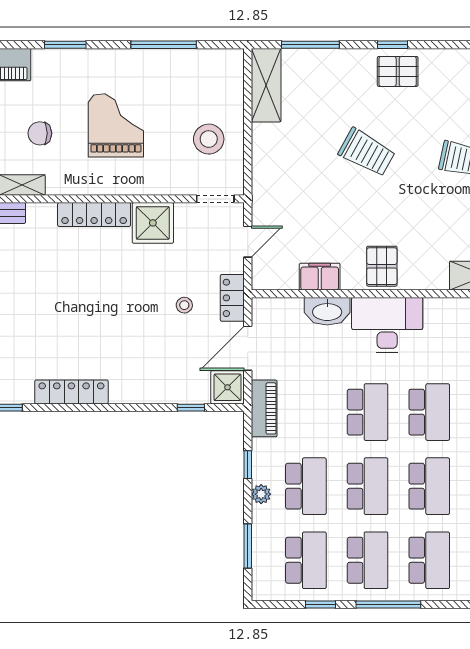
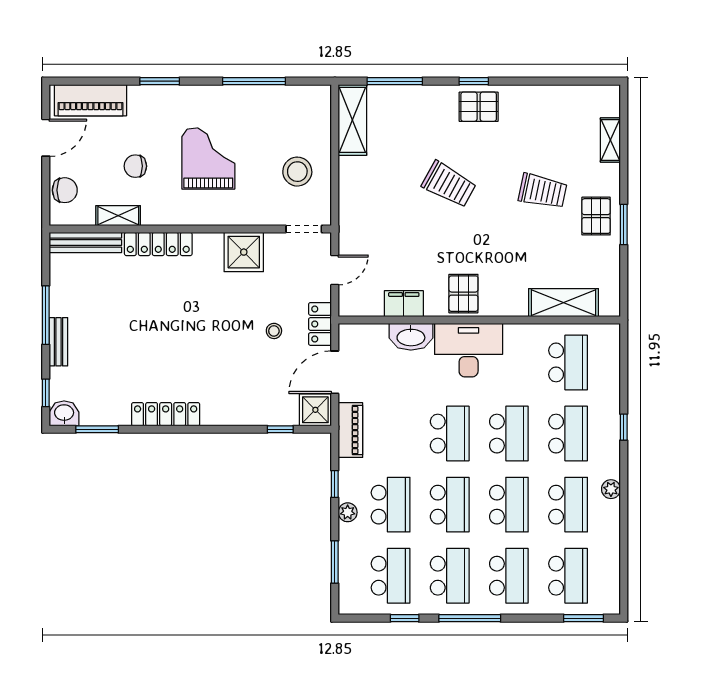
locker: (94, 214) -> (158, 244), moved

